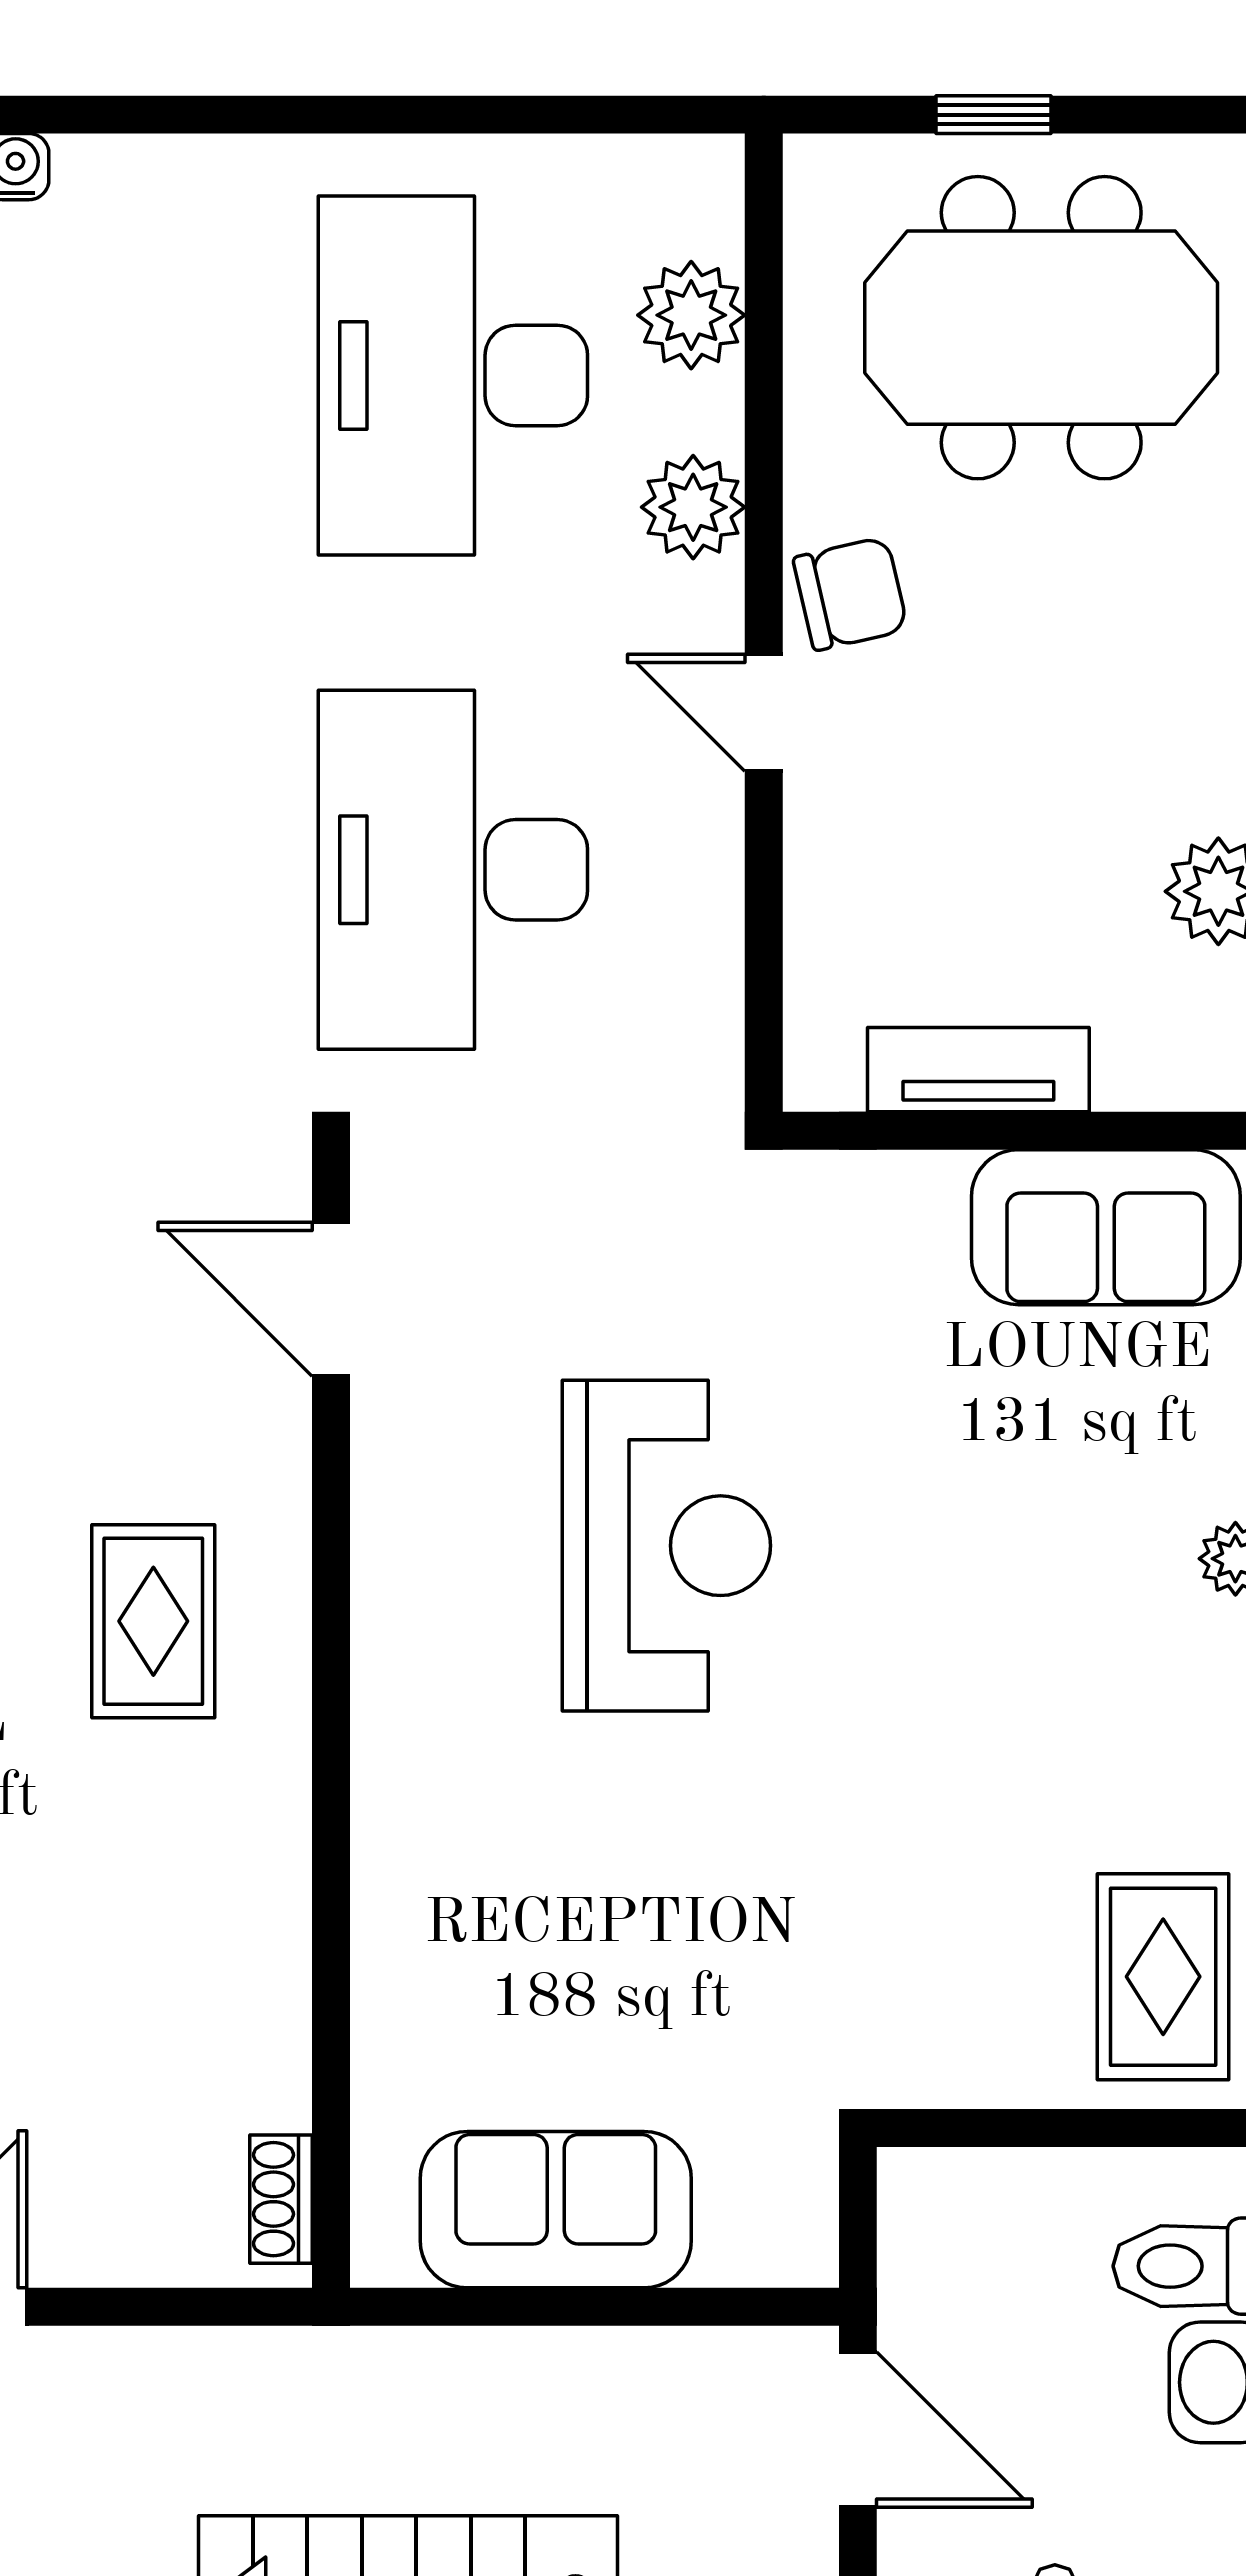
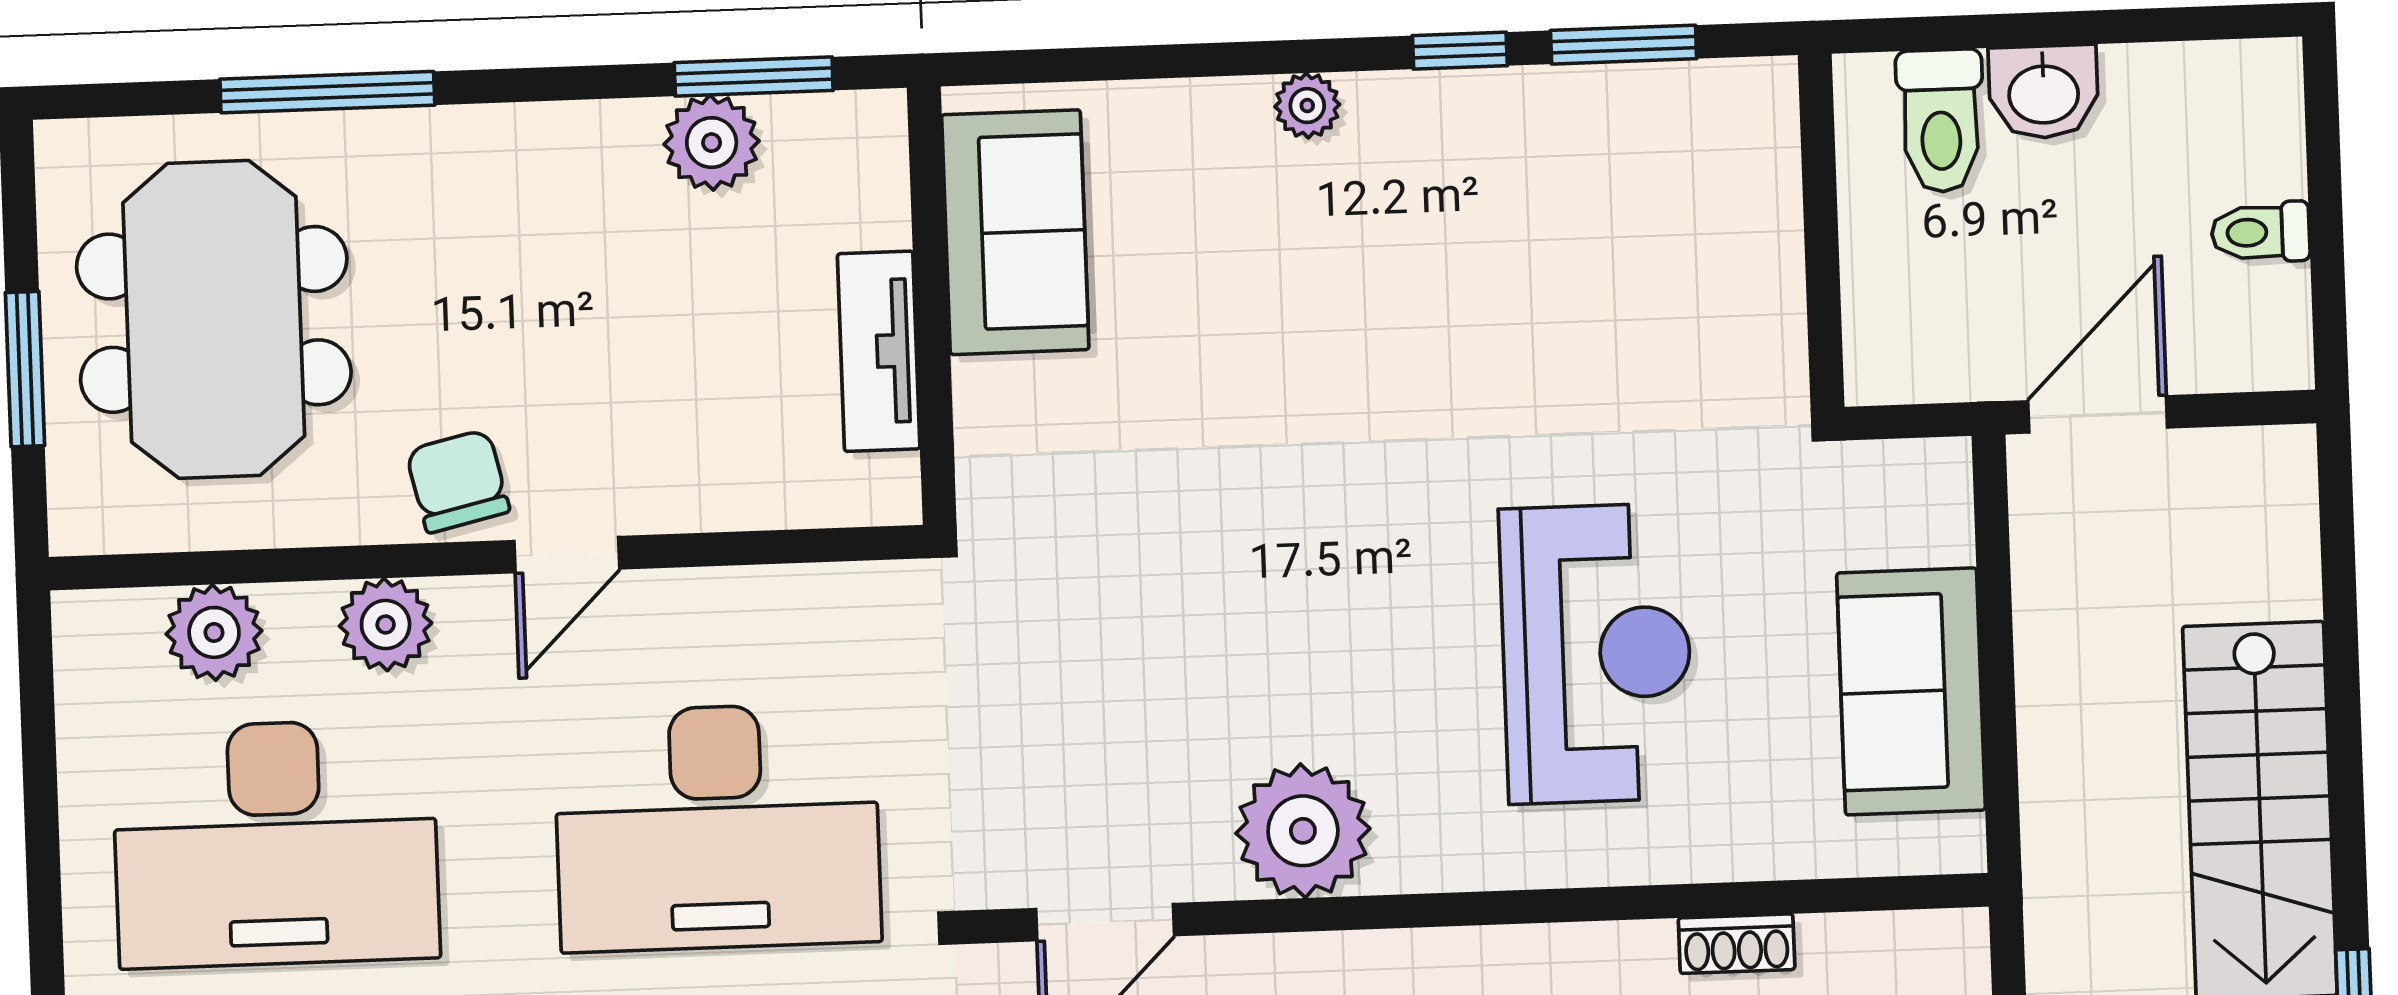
window: (993, 115) -> (25, 369), width x1.50
plant: (425, 1524) -> (1303, 831), added
reception desk: (666, 1546) -> (1596, 653), moved, turned 90
rug: (1163, 1977) -> (1683, 157), removed
shoe rack: (281, 2199) -> (1737, 944), moved

